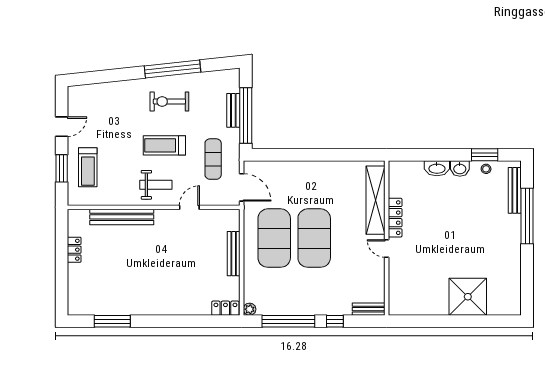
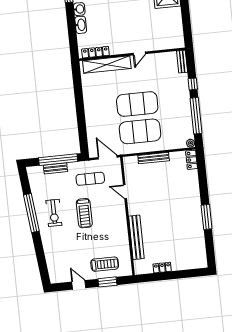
weight bench: (156, 185) -> (112, 216), removed
door: (242, 187) -> (108, 157), hinge flipped
locker: (395, 218) -> (95, 52), moved
window: (112, 321) -> (207, 217), moved

